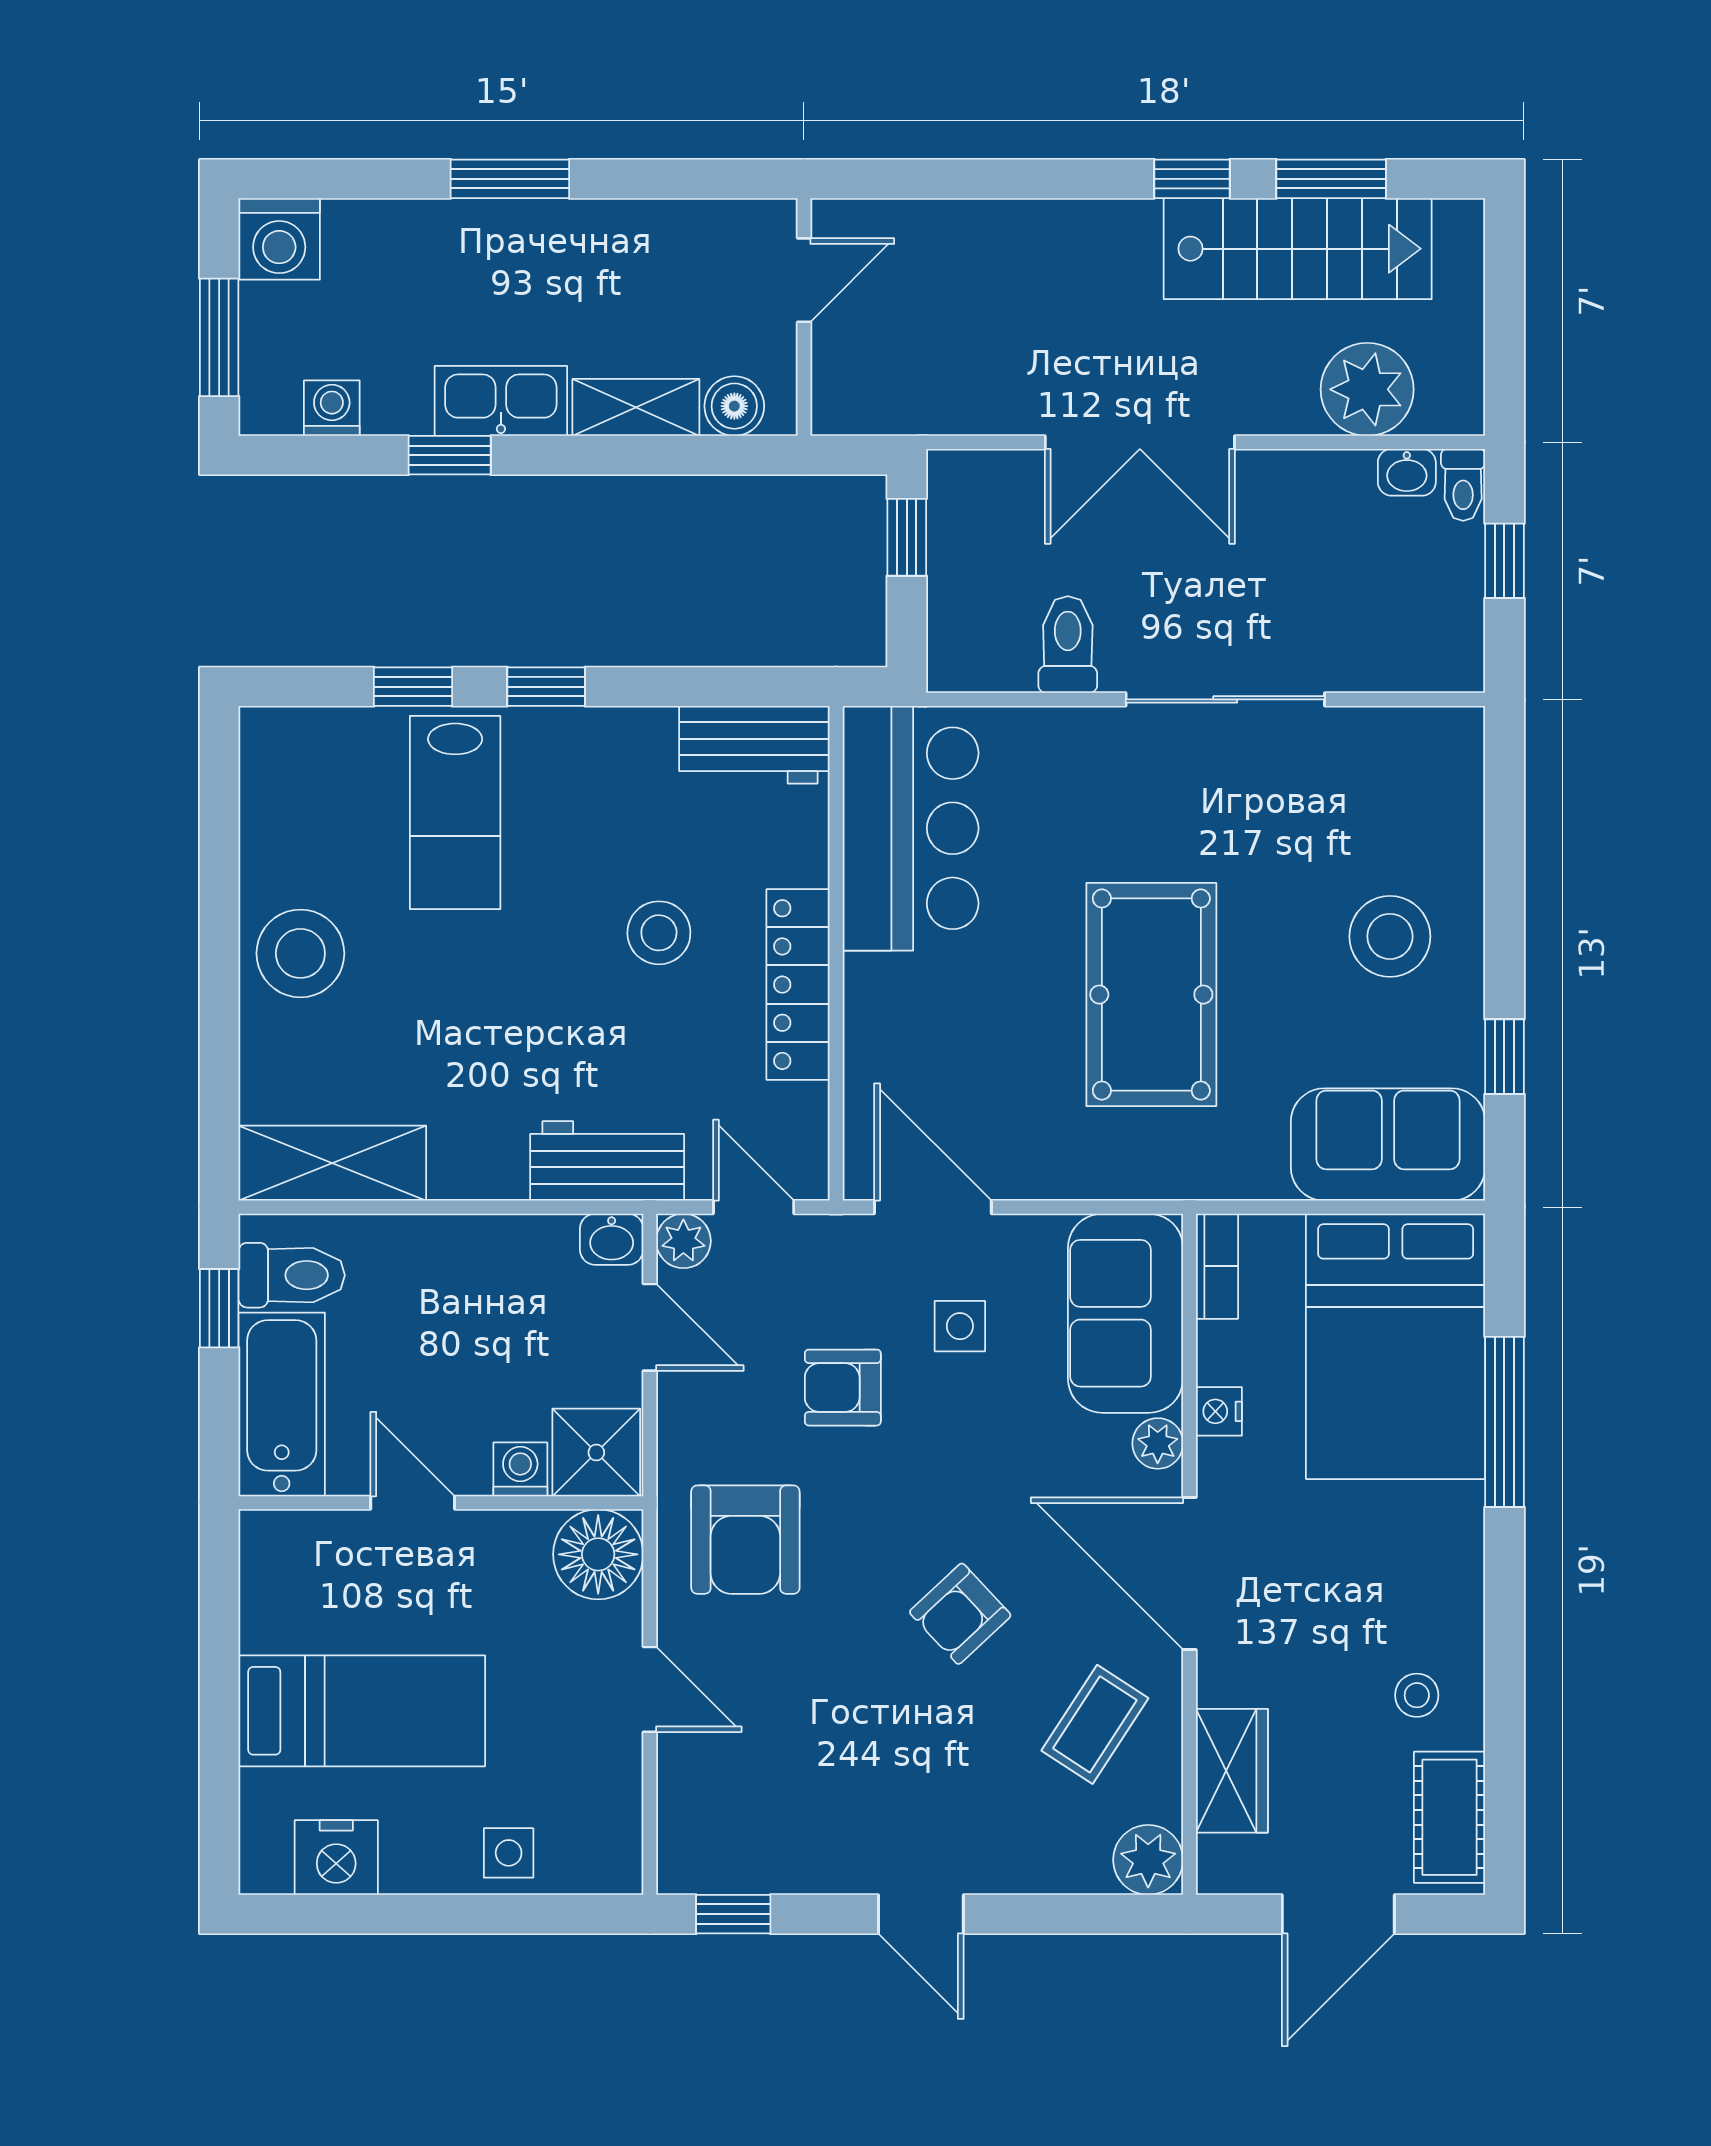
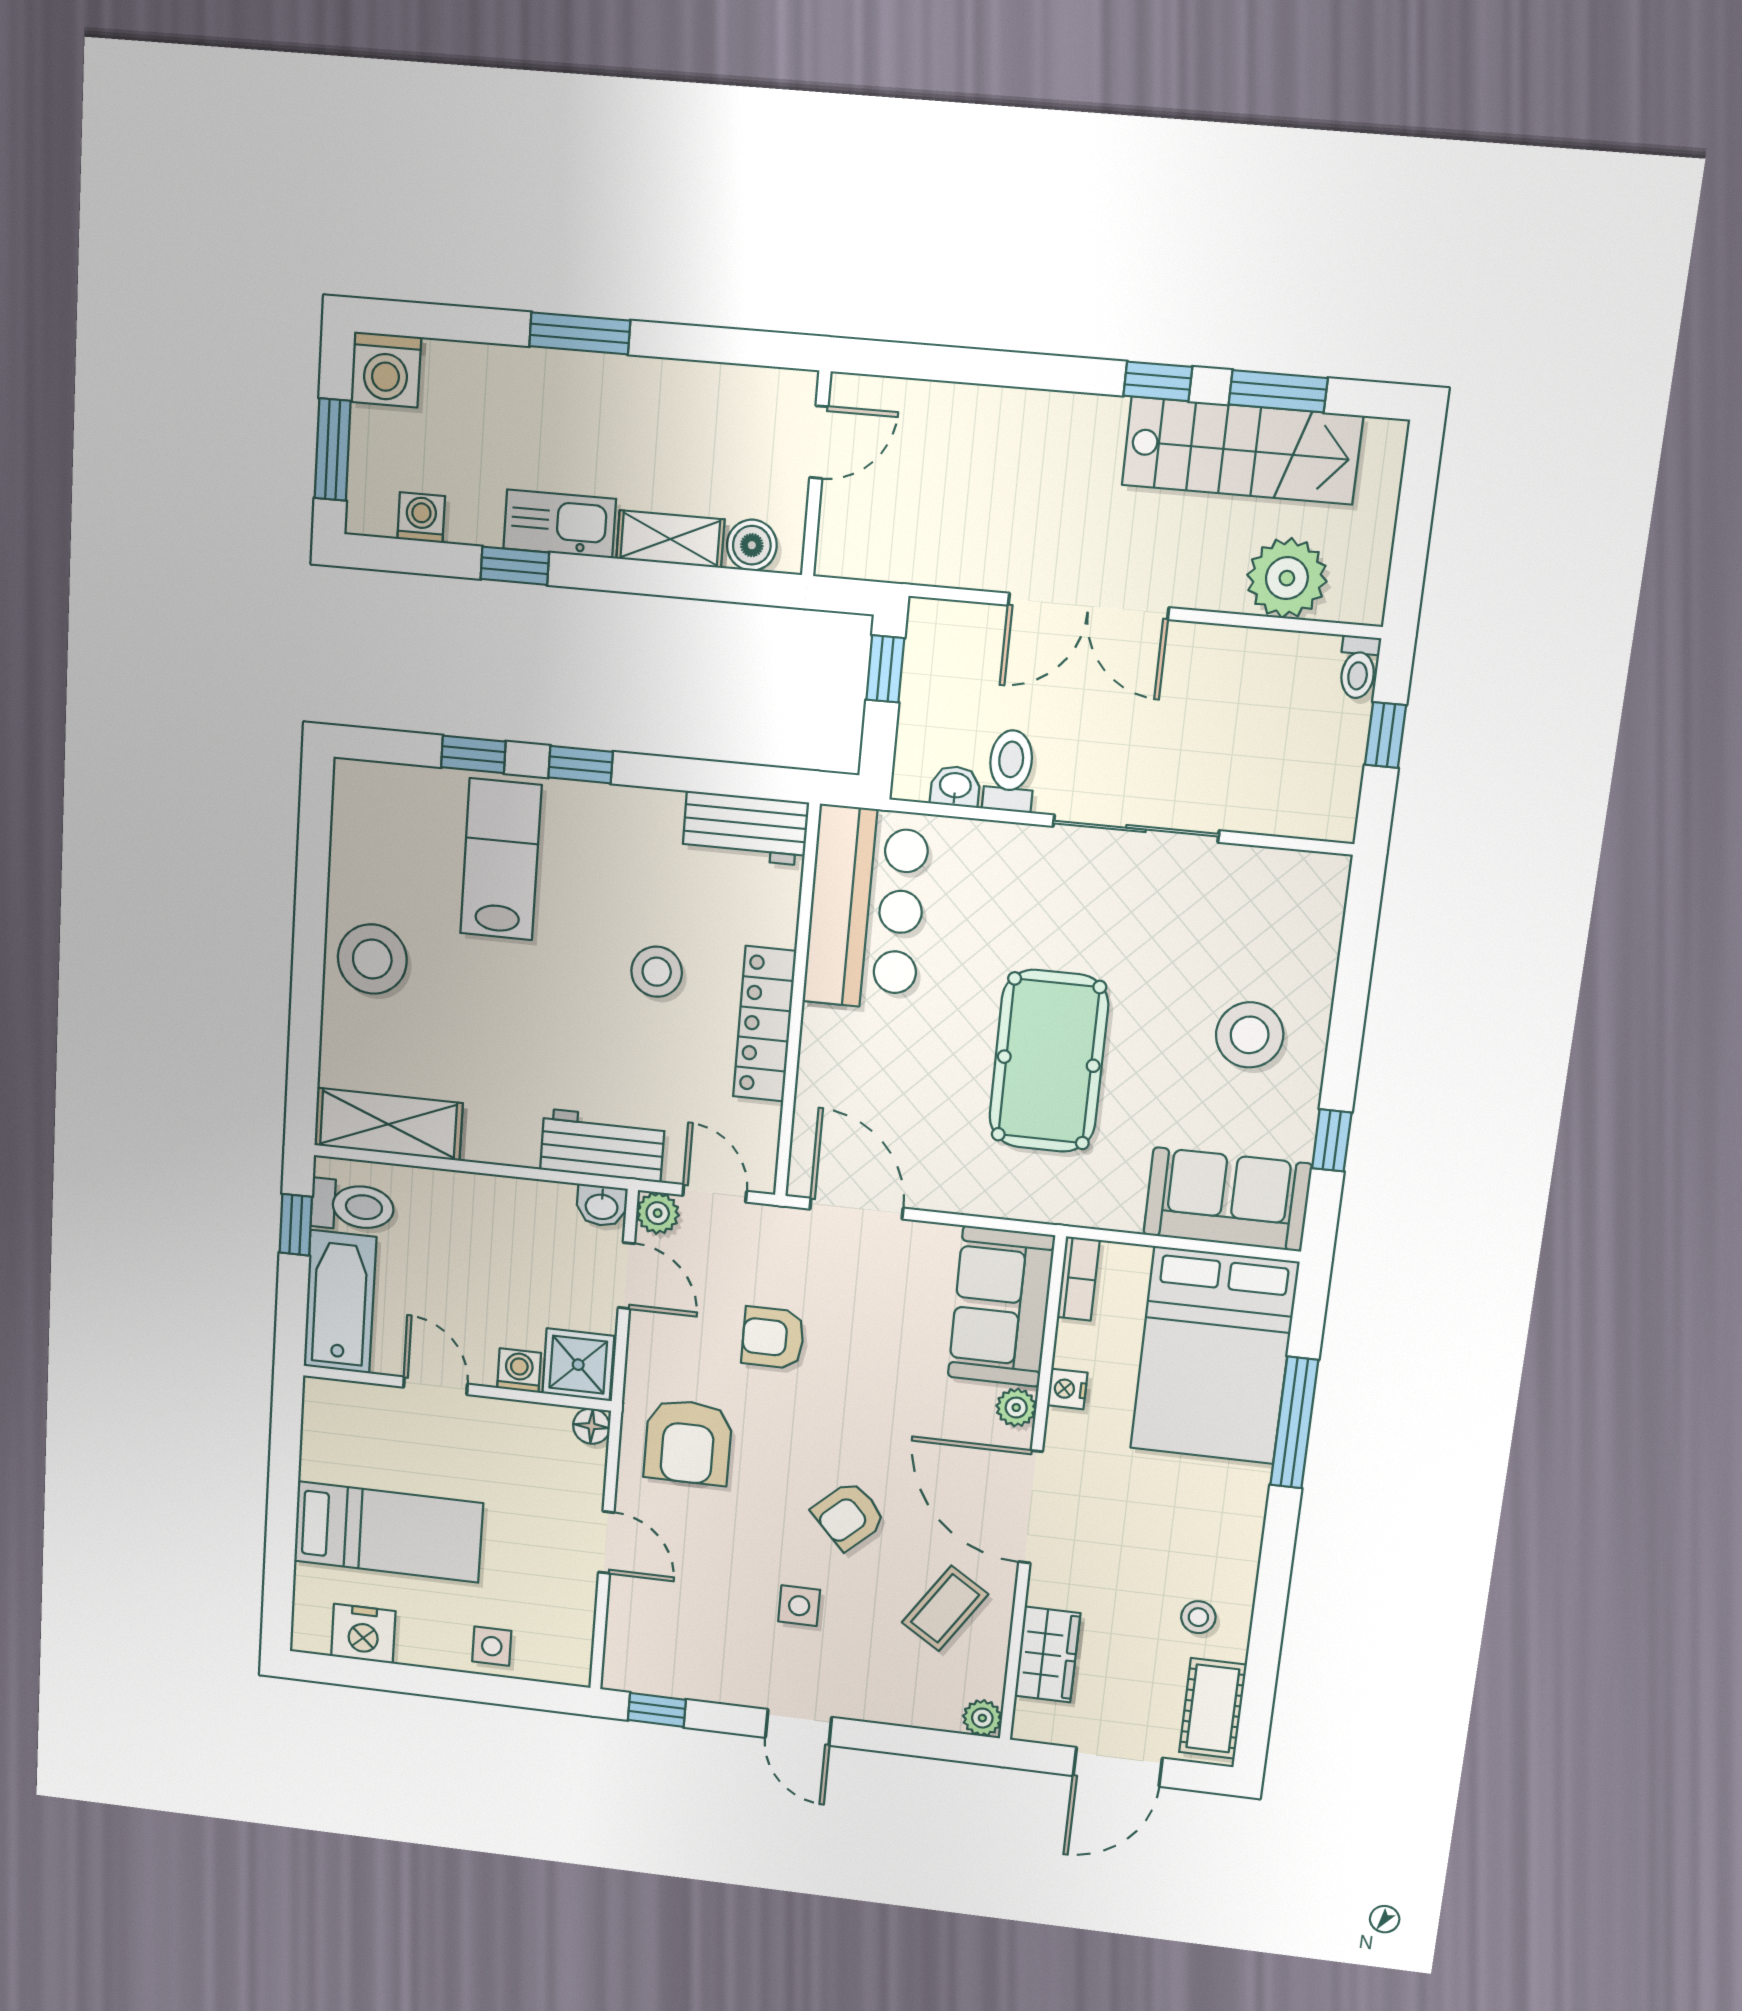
washbasin: (1407, 472) -> (955, 786), moved, turned 180
lab bench: (455, 812) -> (501, 859), turned 180
side table: (960, 1326) -> (799, 1606), moved
floor lamp: (598, 1554) -> (592, 1426), width x0.53, depth x0.53
plant: (1148, 1860) -> (982, 1718), width x0.73, depth x0.73

